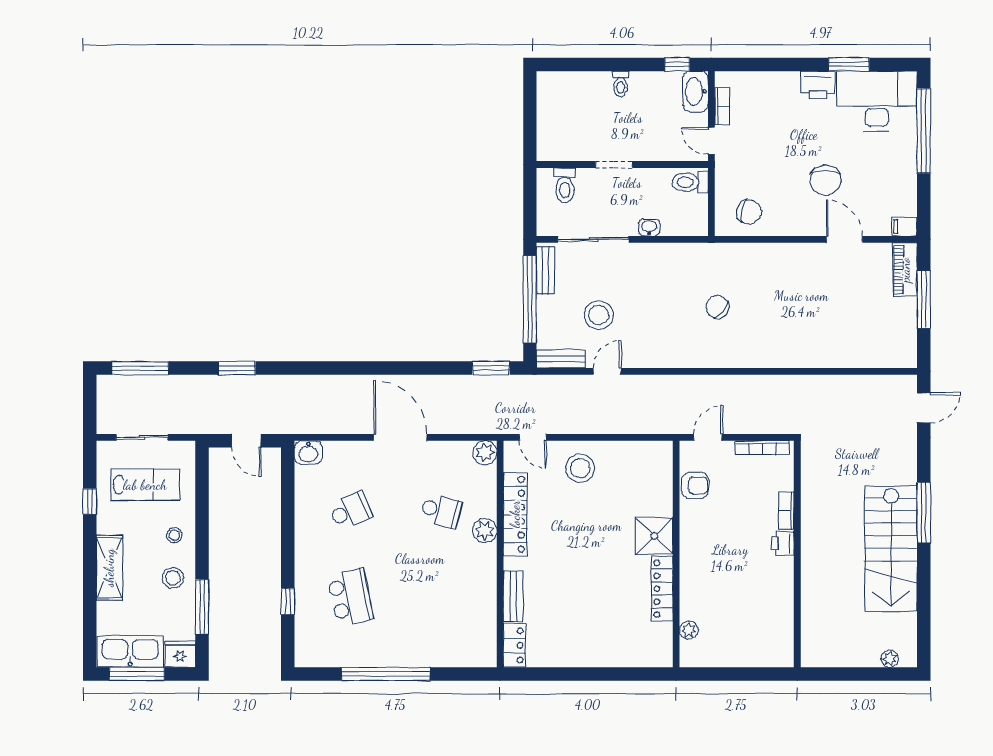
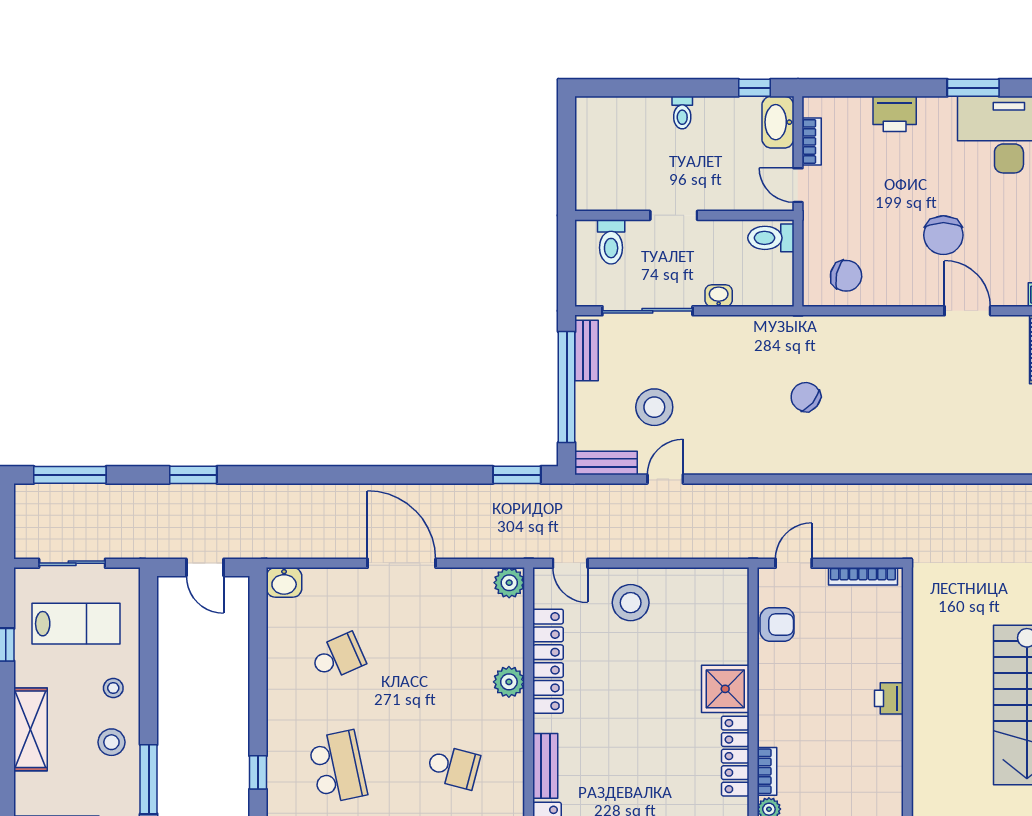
printer: (818, 85) -> (895, 114), moved
school desk: (441, 511) -> (453, 767), moved
bookcase: (786, 511) -> (767, 771), moved, turned 180

